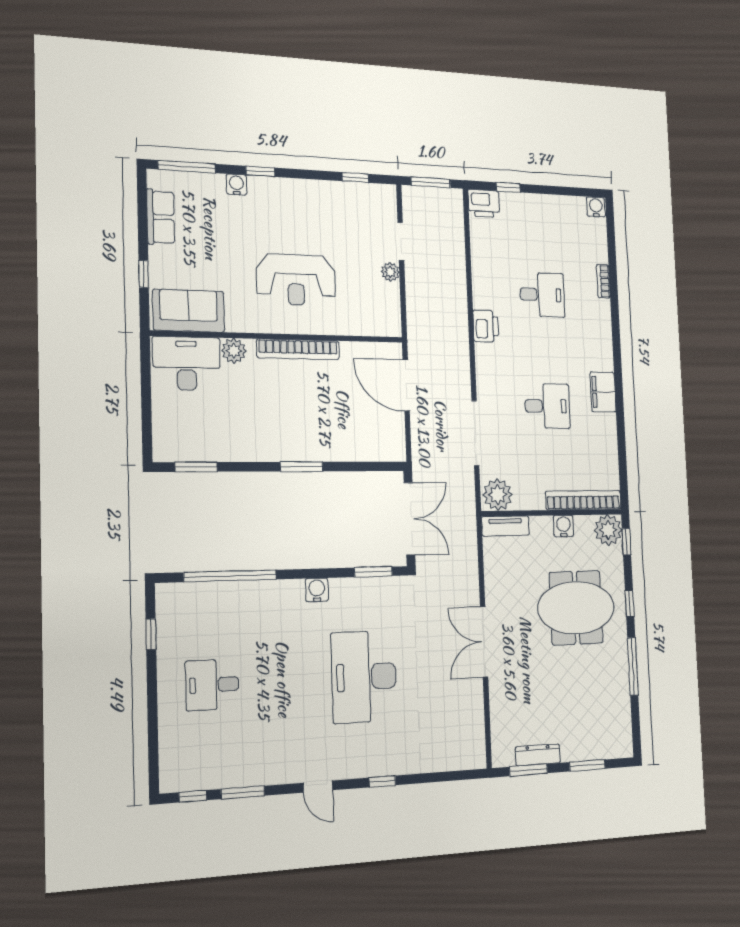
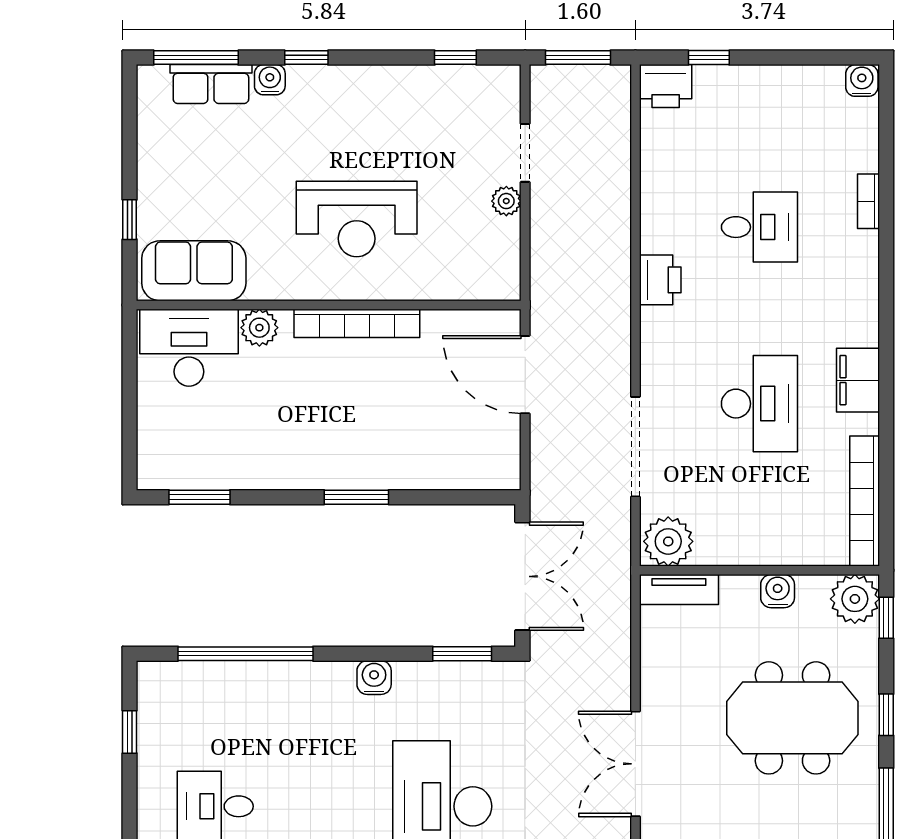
row of seats: (161, 217) -> (211, 84), moved, turned 90
desk: (547, 406) -> (759, 404), width x1.37
bookcase: (583, 500) -> (865, 501), moved, turned -90

